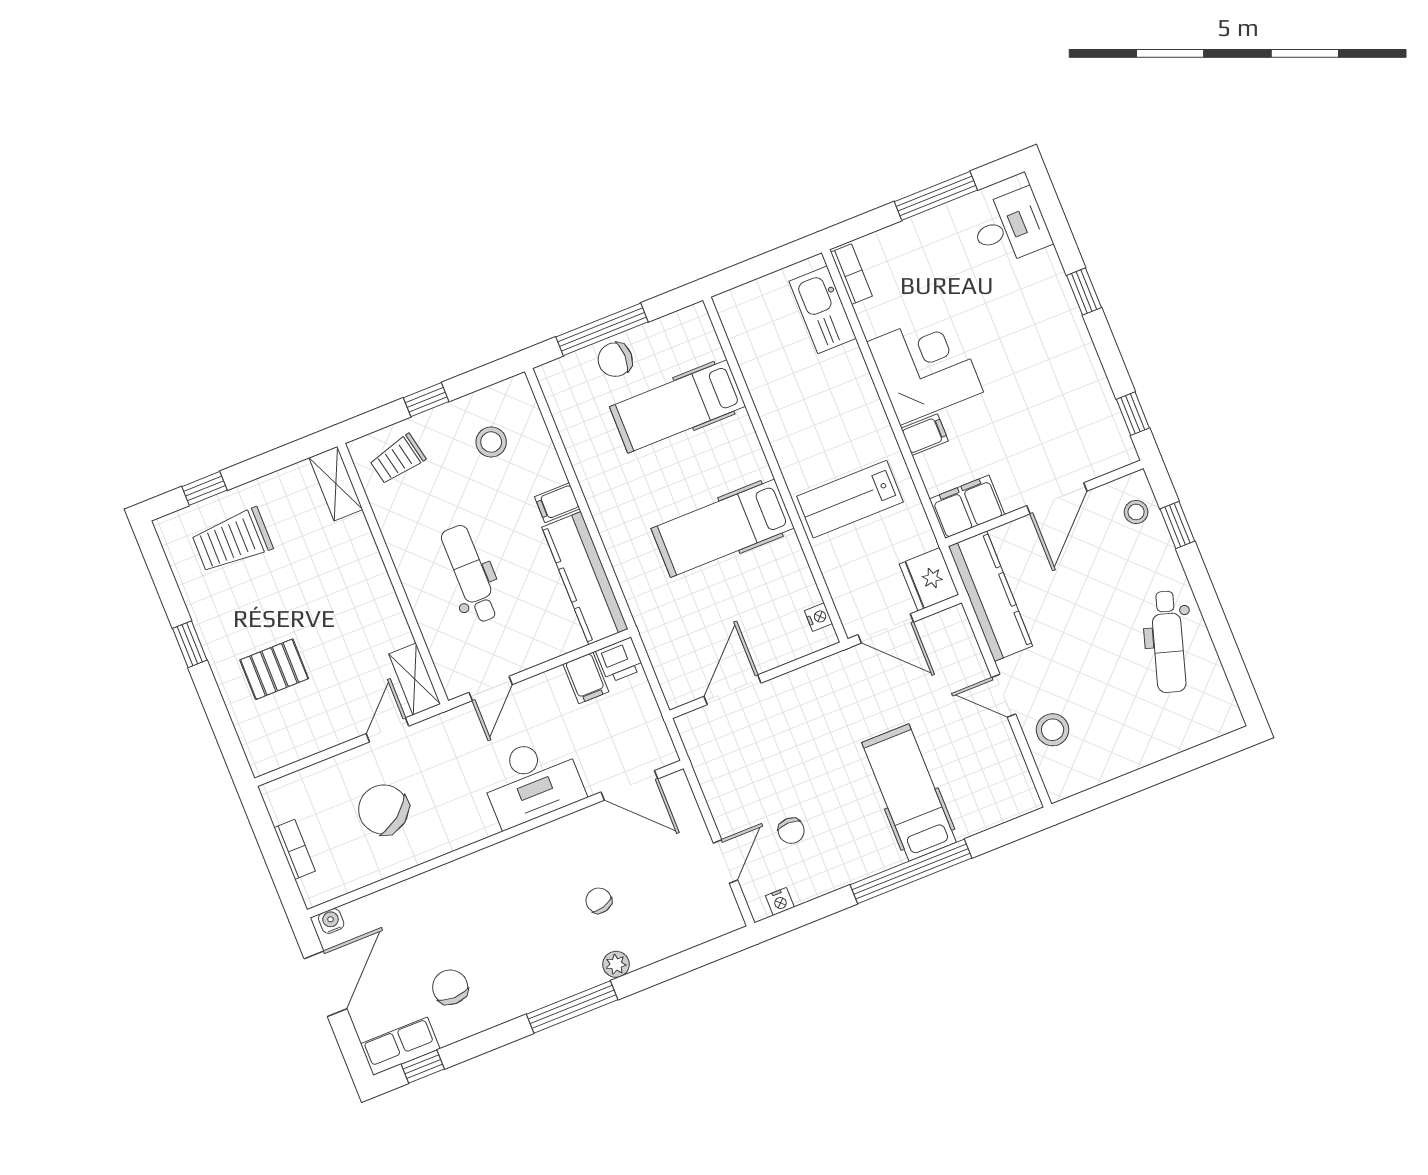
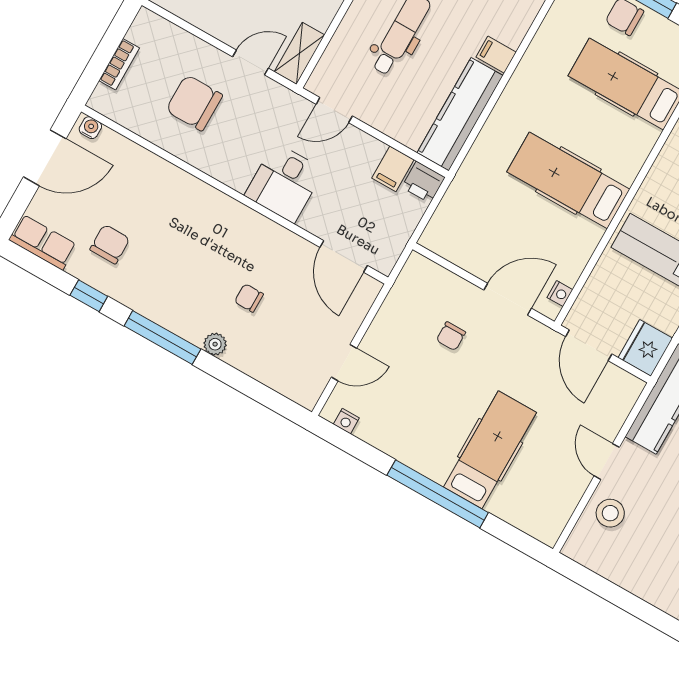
door: (733, 690) -> (508, 299), moved
desk: (532, 781) -> (284, 183), width x0.73
chair: (383, 810) -> (194, 103), turned -53
chair: (791, 831) -> (451, 336), moved
chair: (599, 901) -> (249, 298), turned -74
window: (423, 1067) -> (89, 296), moved

